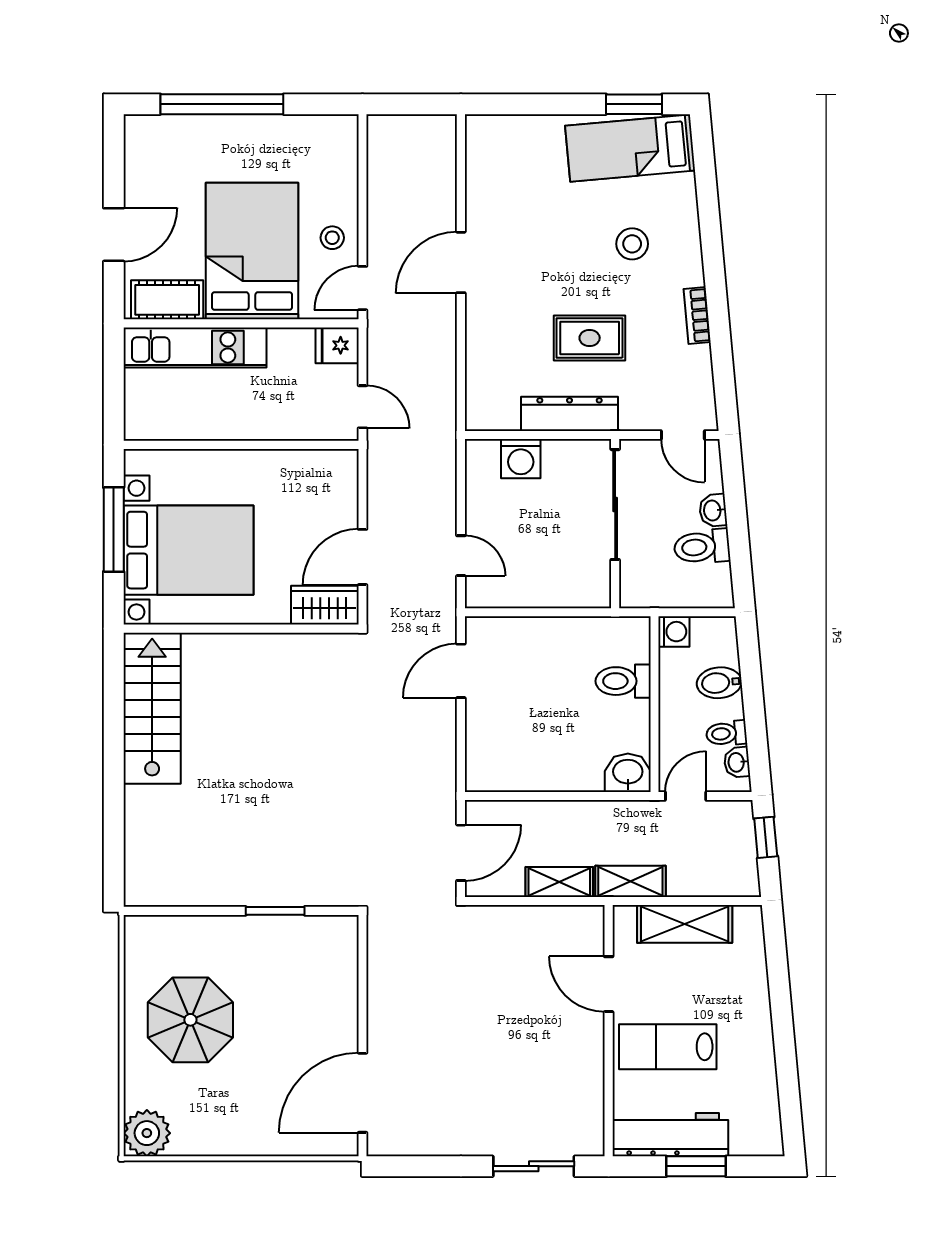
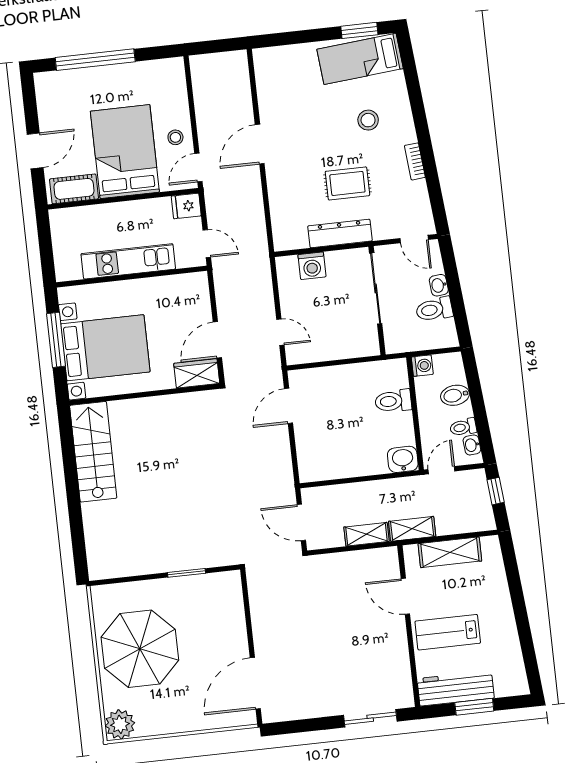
kitchen unit: (195, 347) -> (128, 261), moved, turned 180
door: (461, 853) -> (301, 522), swing flipped
parasol: (190, 1020) -> (140, 649), width x1.36, depth x1.36

